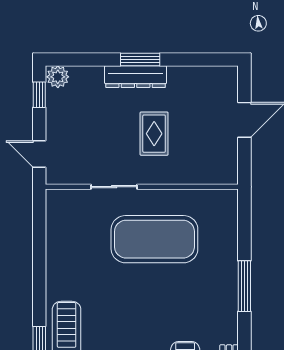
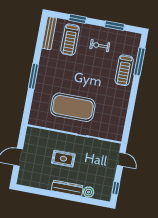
window: (140, 59) -> (64, 196), removed
plant: (58, 77) -> (89, 192), moved
rug: (154, 134) -> (63, 159), turned 90

